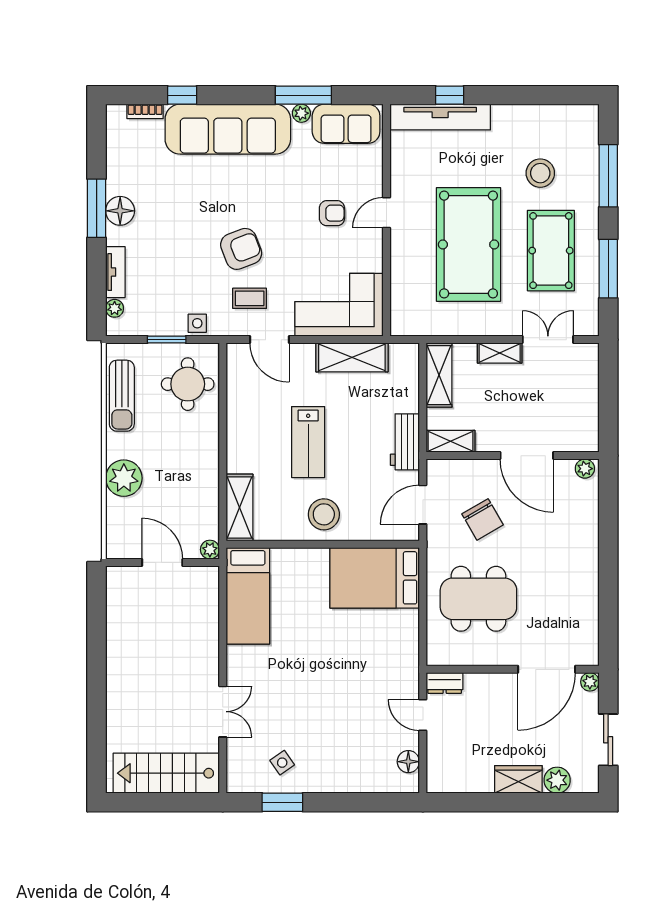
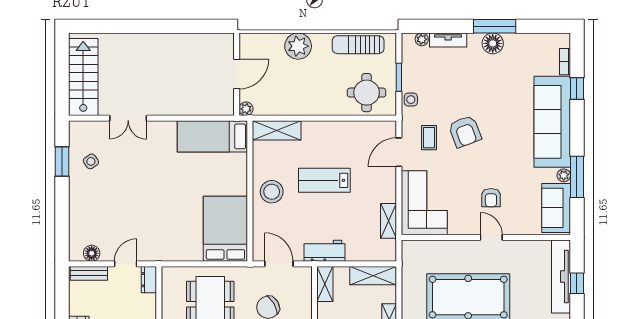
shelving: (352, 357) -> (389, 221), width x0.67, depth x0.75
bench: (436, 765) -> (89, 273), added

